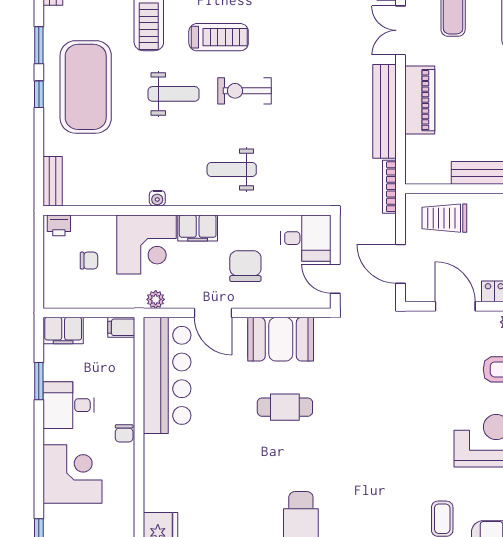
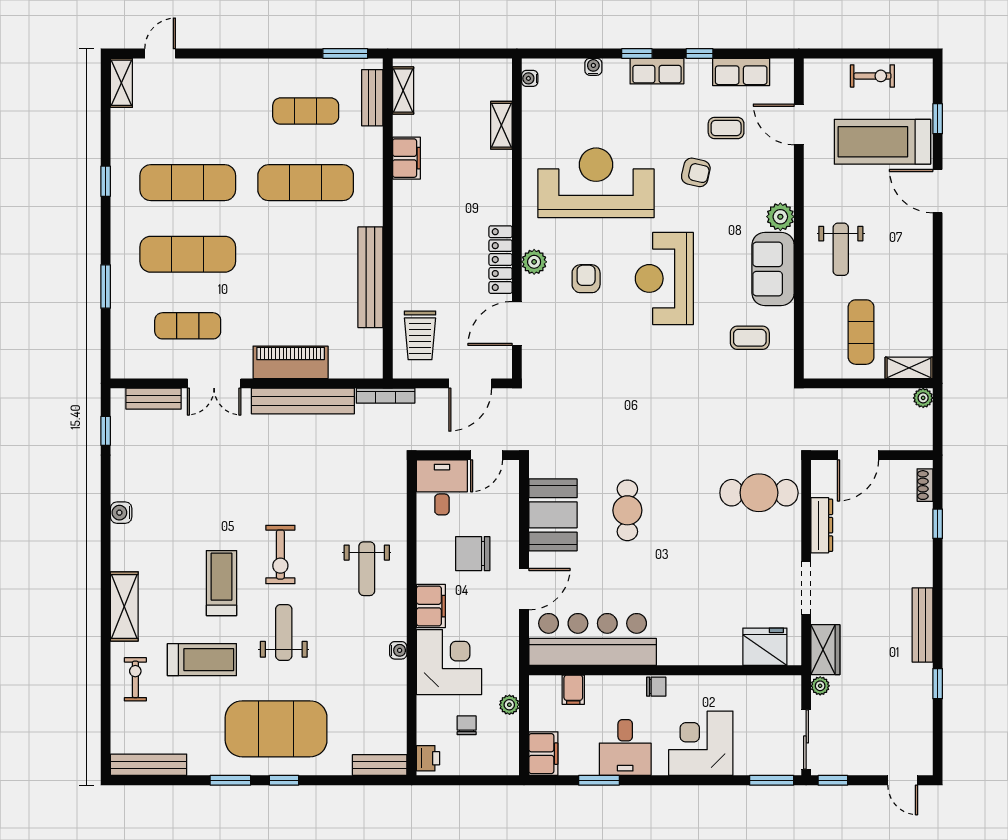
plant: (156, 299) -> (509, 705), moved
filing cabinet: (121, 327) -> (573, 690), moved

